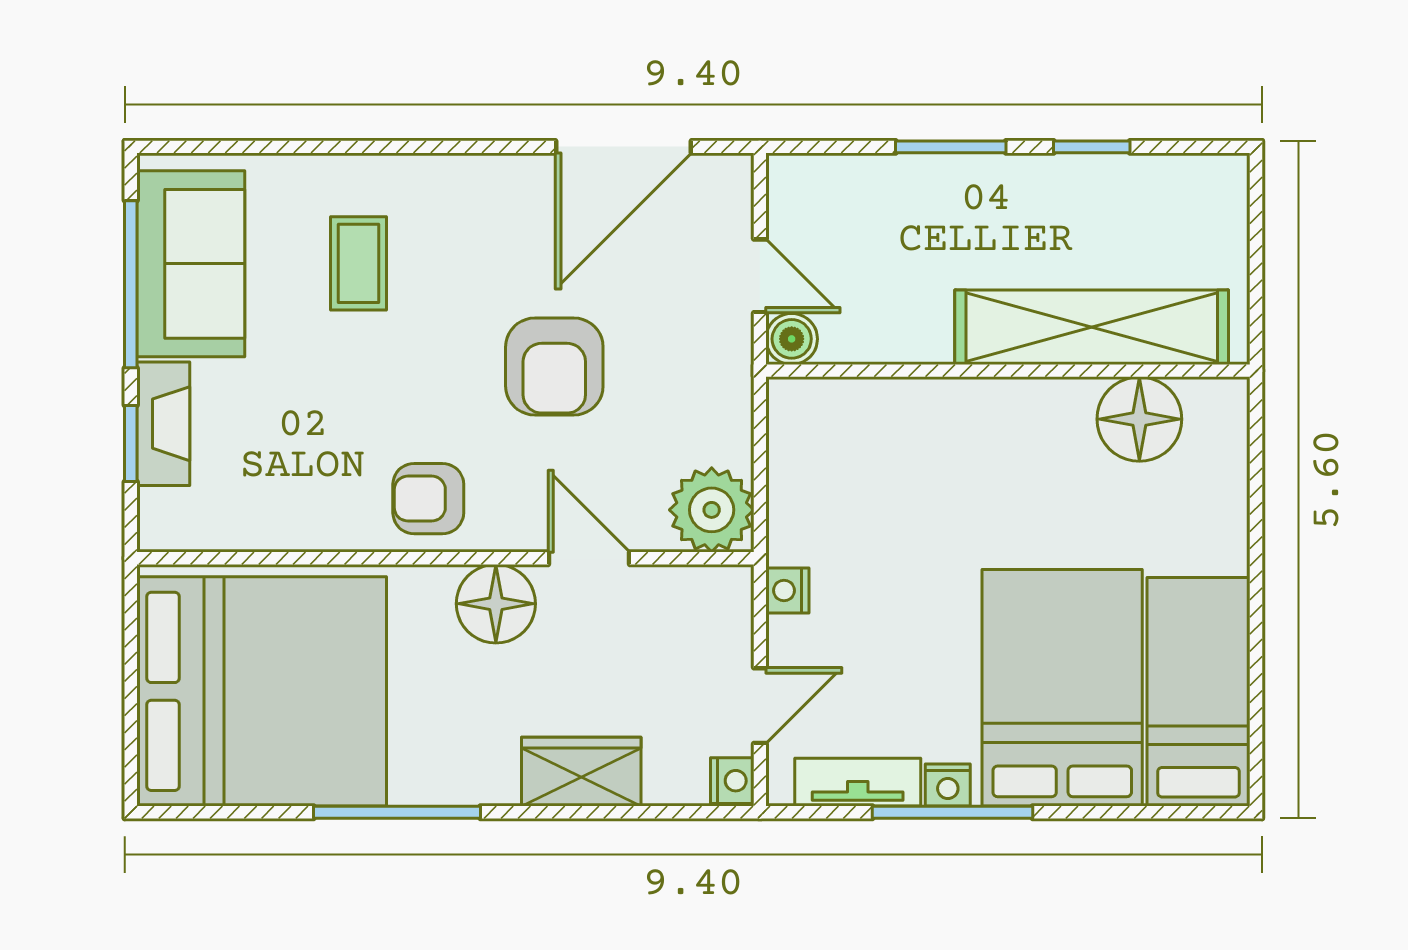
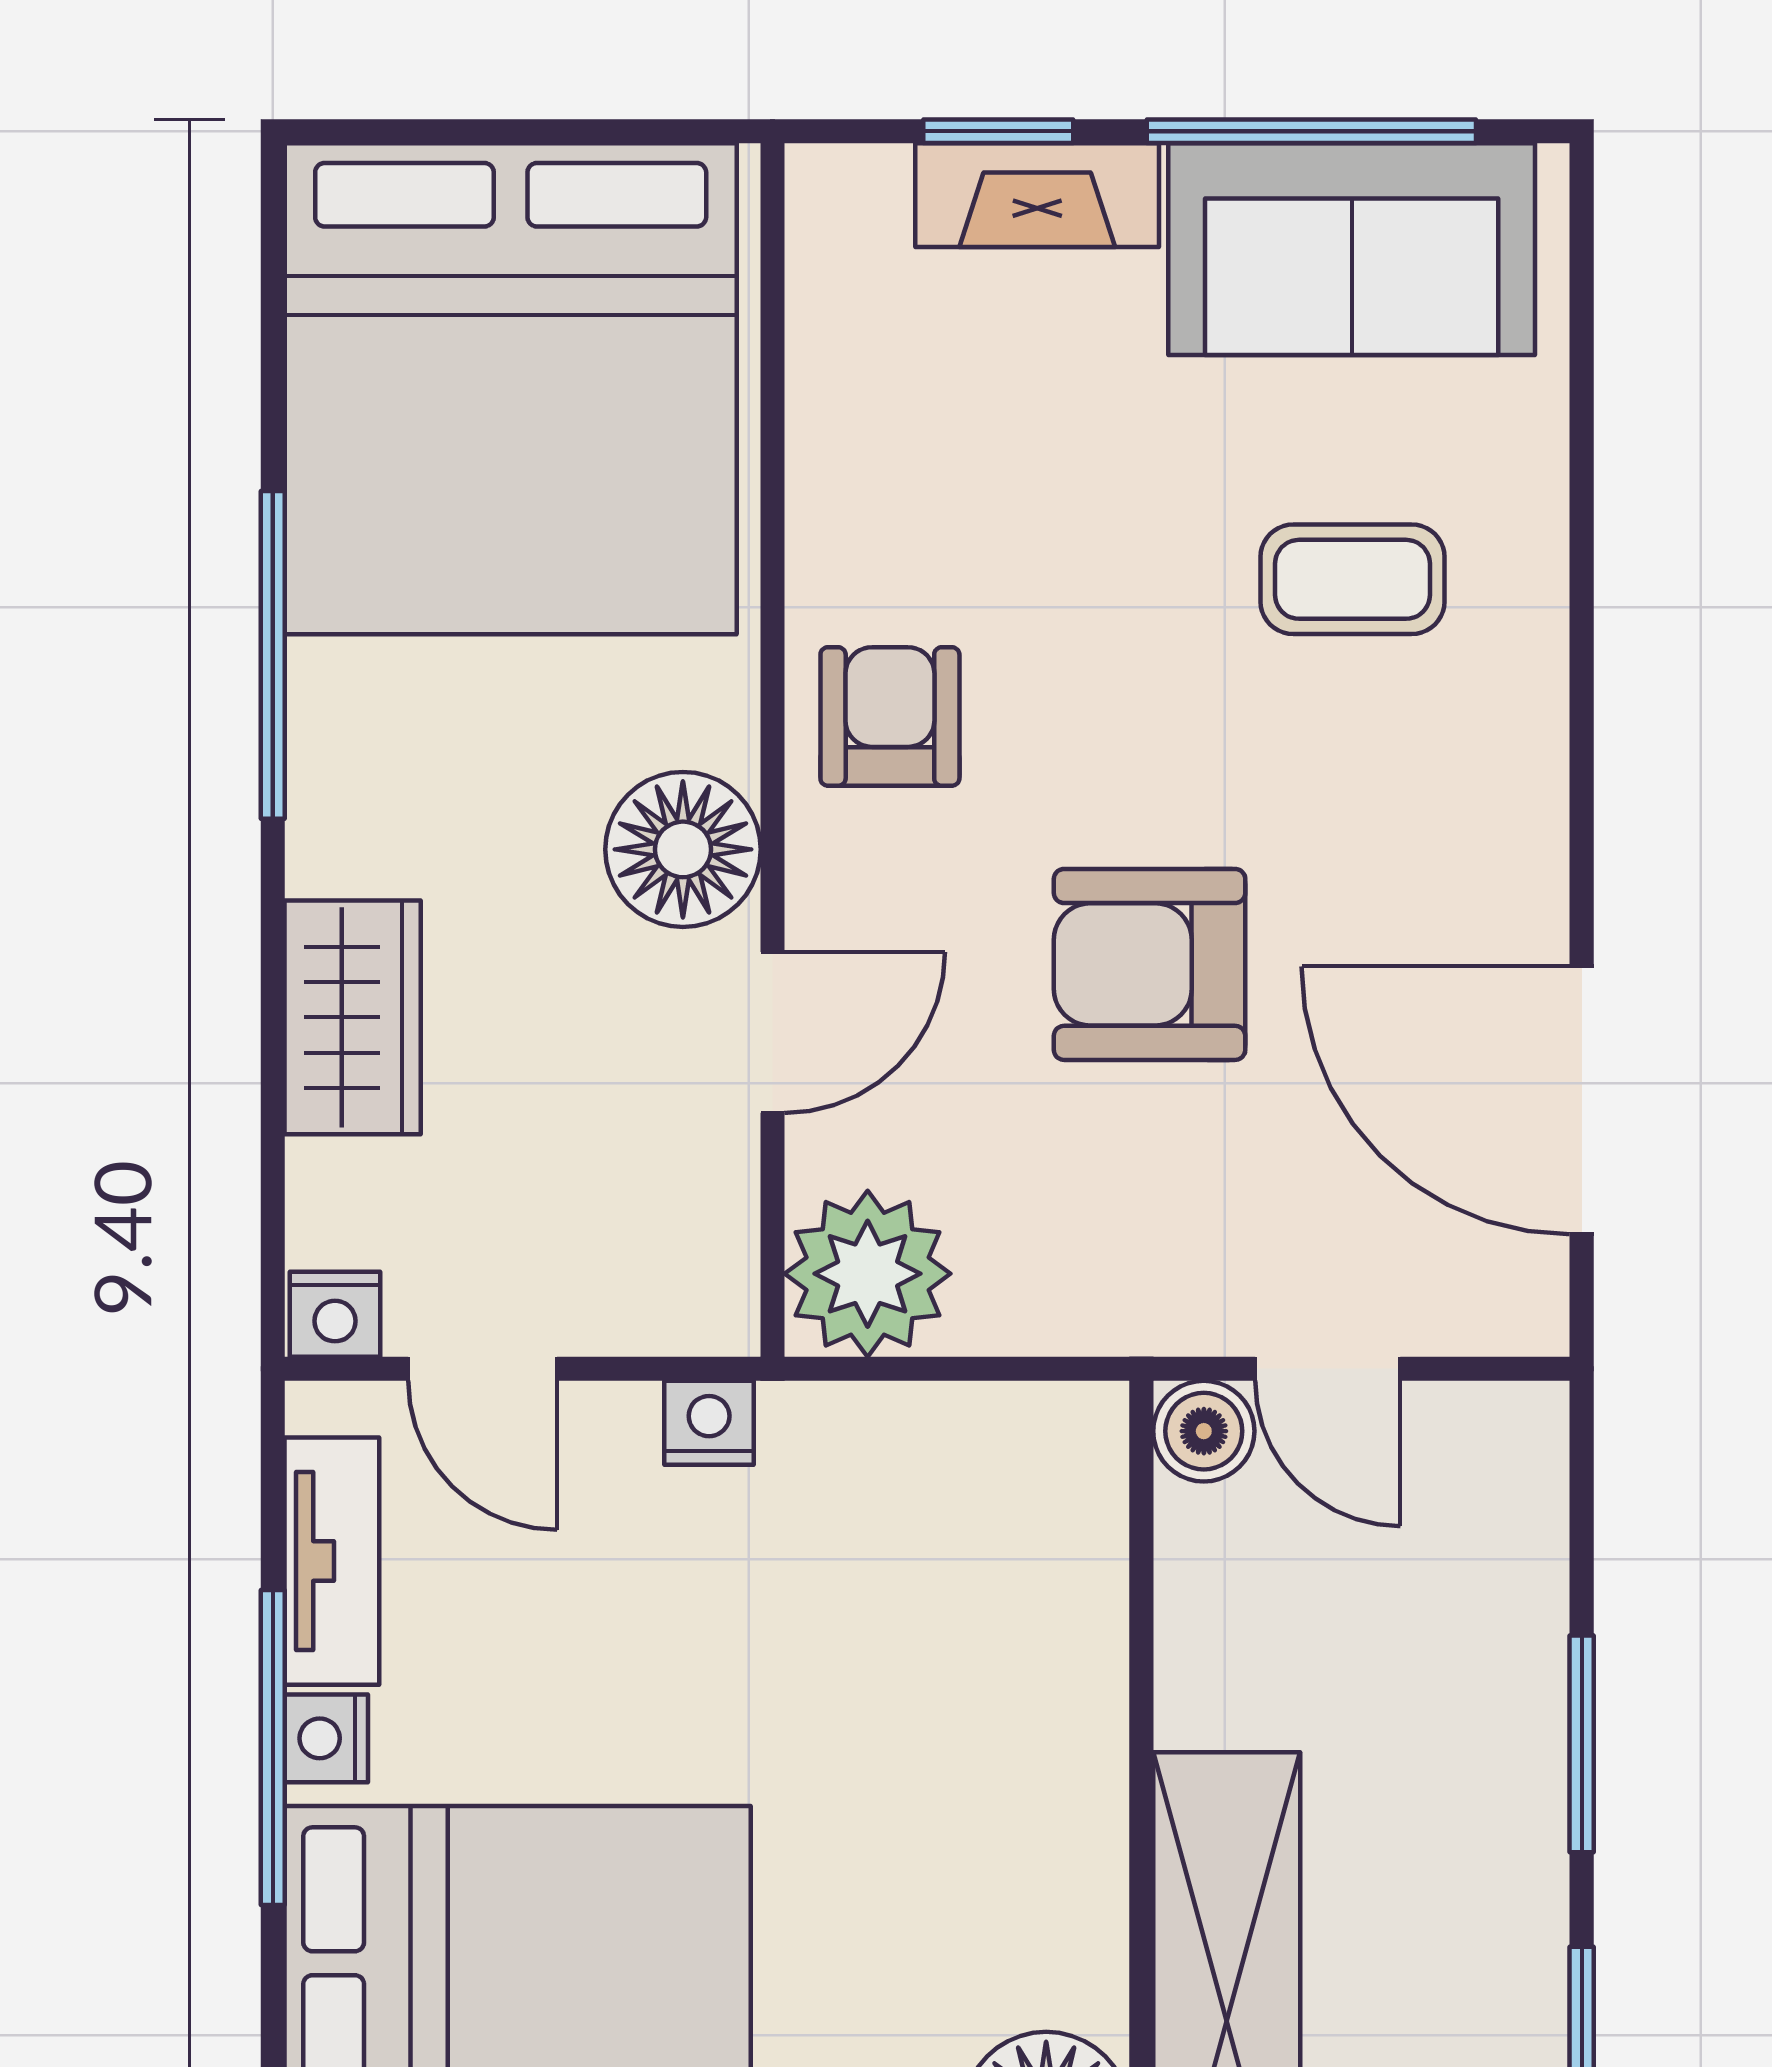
door: (760, 276) -> (1328, 1369), hinge flipped

